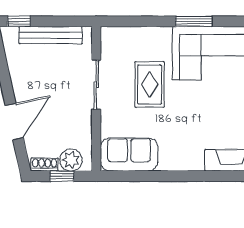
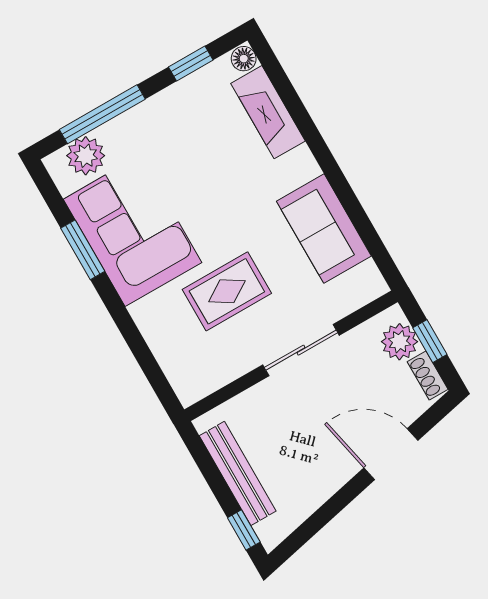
window: (194, 21) -> (83, 250), moved
sliding door: (96, 85) -> (301, 350), moved
sofa: (129, 154) -> (324, 229), moved

